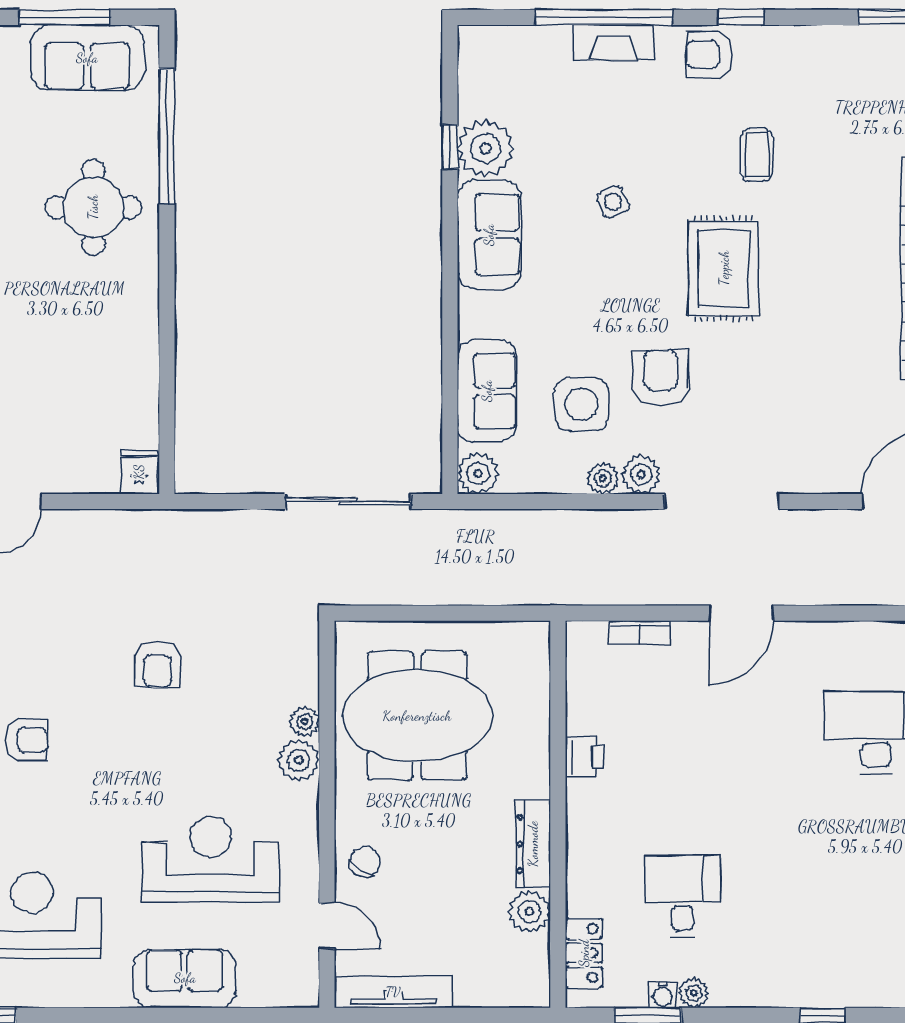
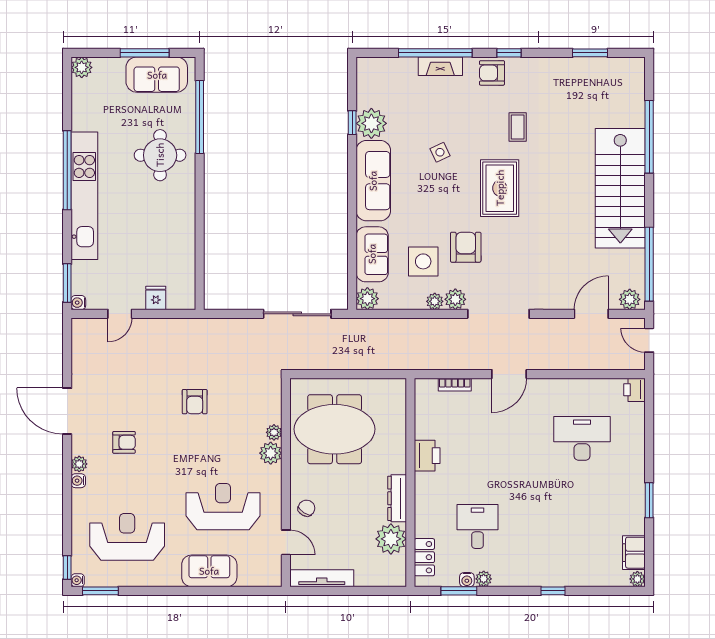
sofa: (489, 235) -> (373, 181), width x1.36
fridge: (139, 472) -> (156, 298), moved
printer: (584, 757) -> (427, 456), width x1.36, depth x1.24
plant: (529, 912) -> (391, 539), width x1.36, depth x1.36

